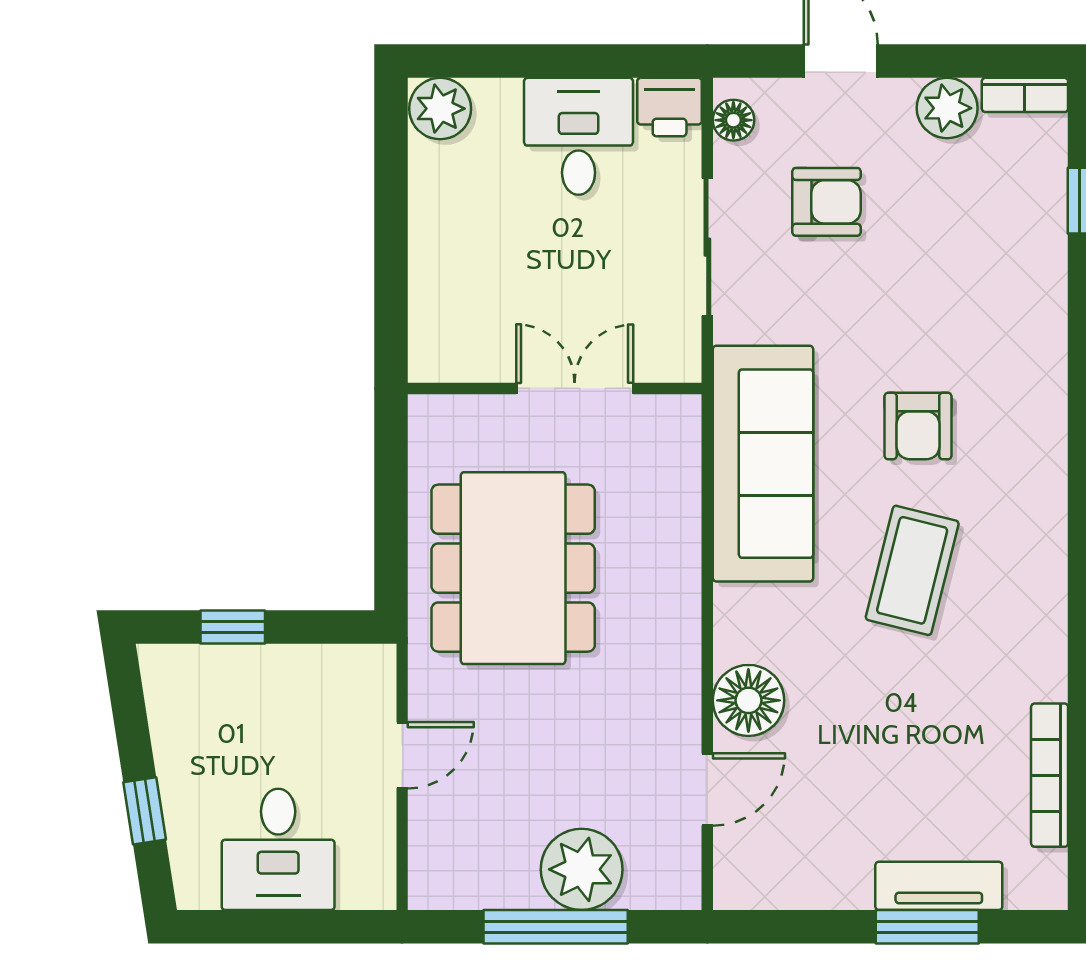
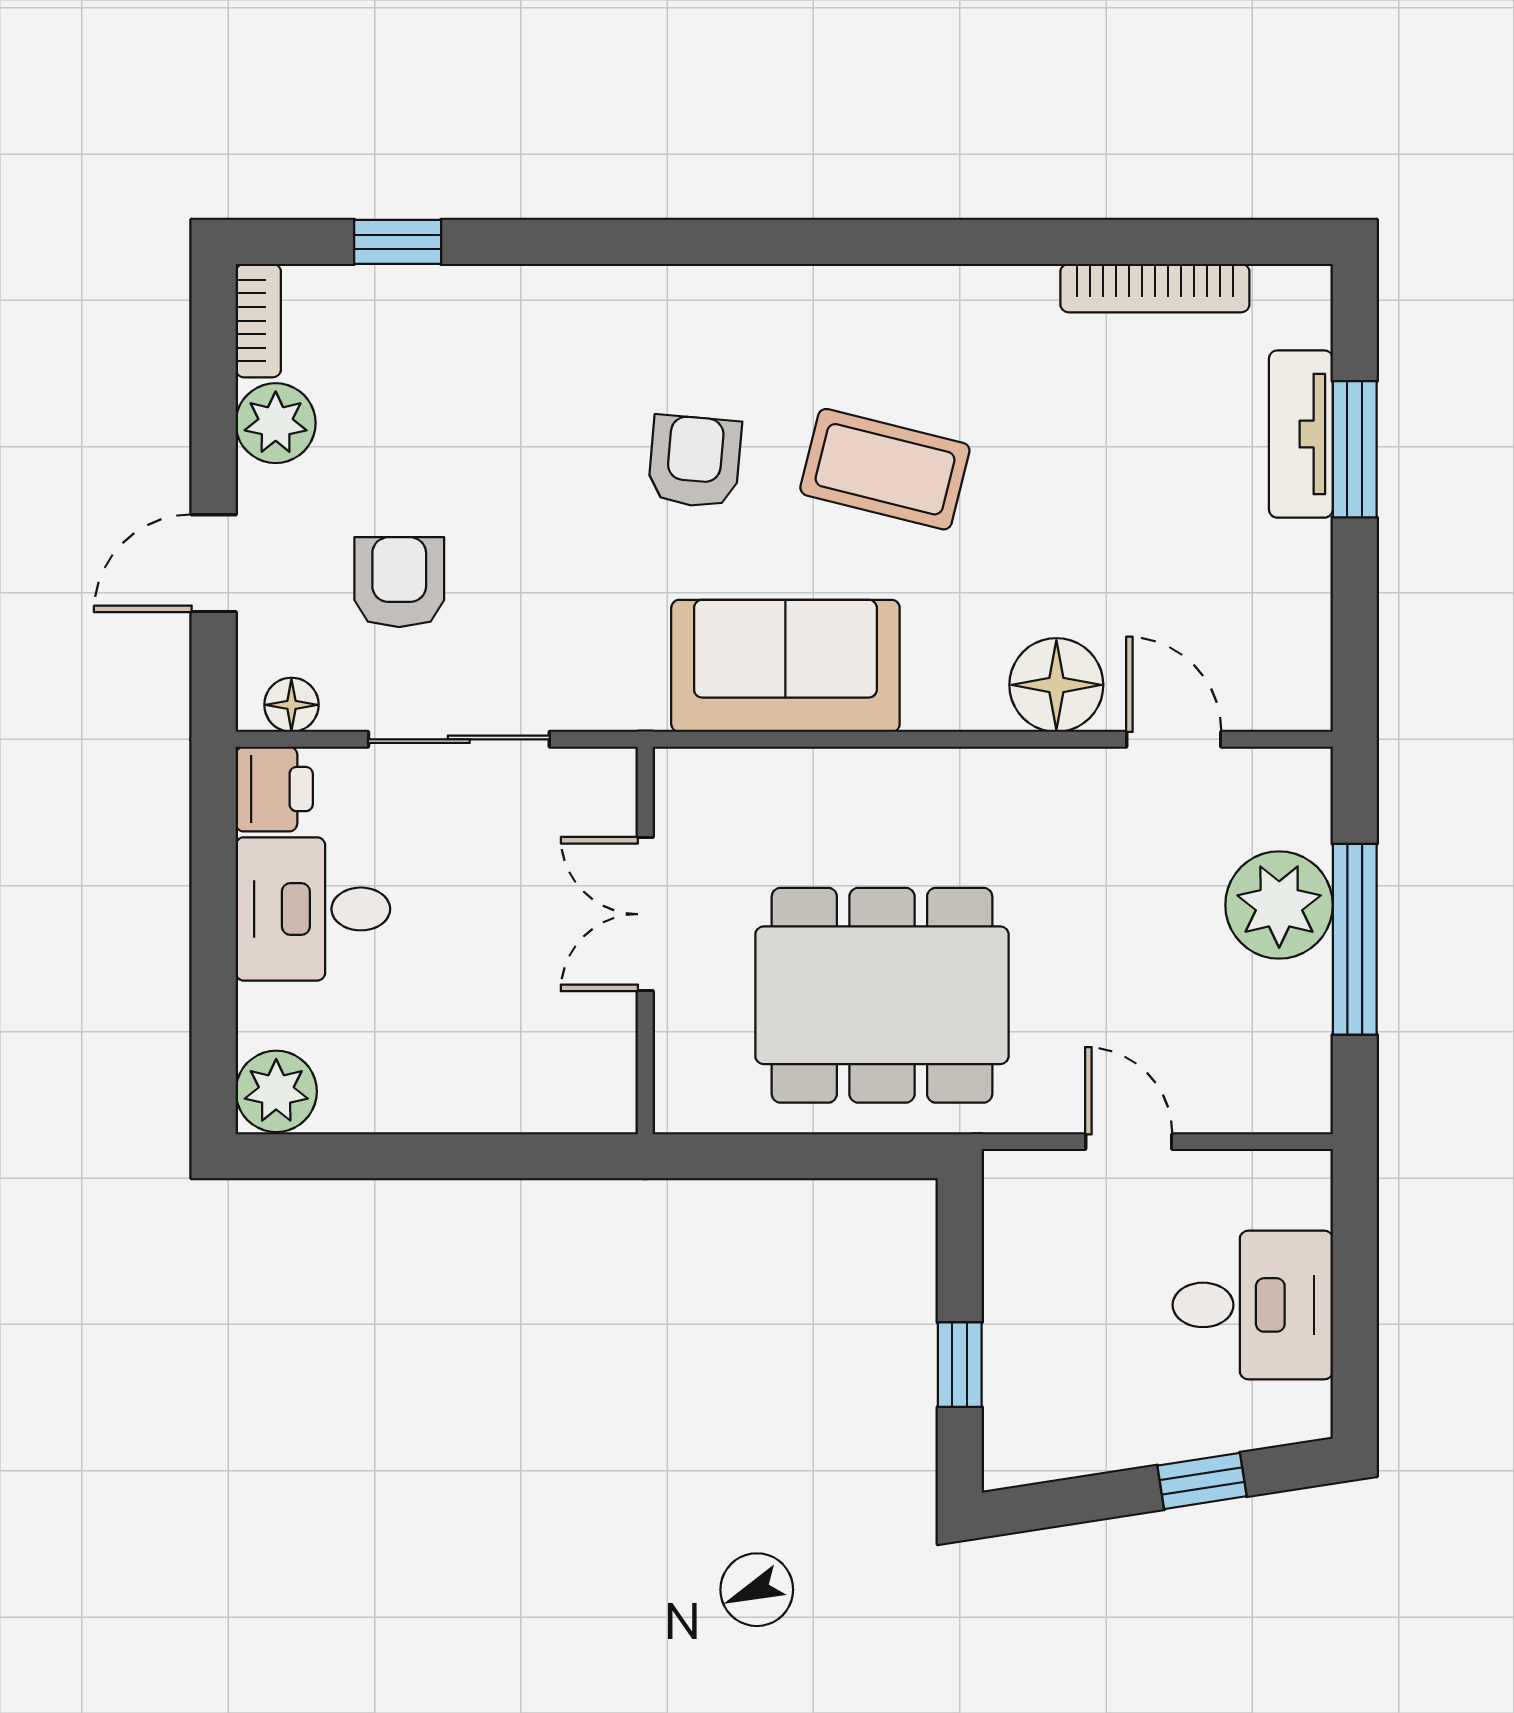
armchair: (918, 426) -> (695, 462), turned -85
sofa: (763, 464) -> (785, 666), width x0.73

